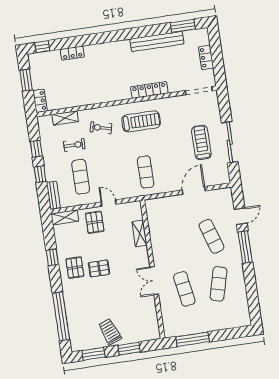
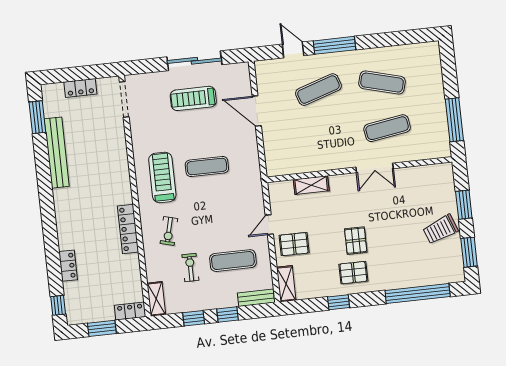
locker: (149, 90) -> (128, 229), moved
shelving: (65, 118) -> (156, 299), moved
exercise mat: (146, 172) -> (207, 167), moved

